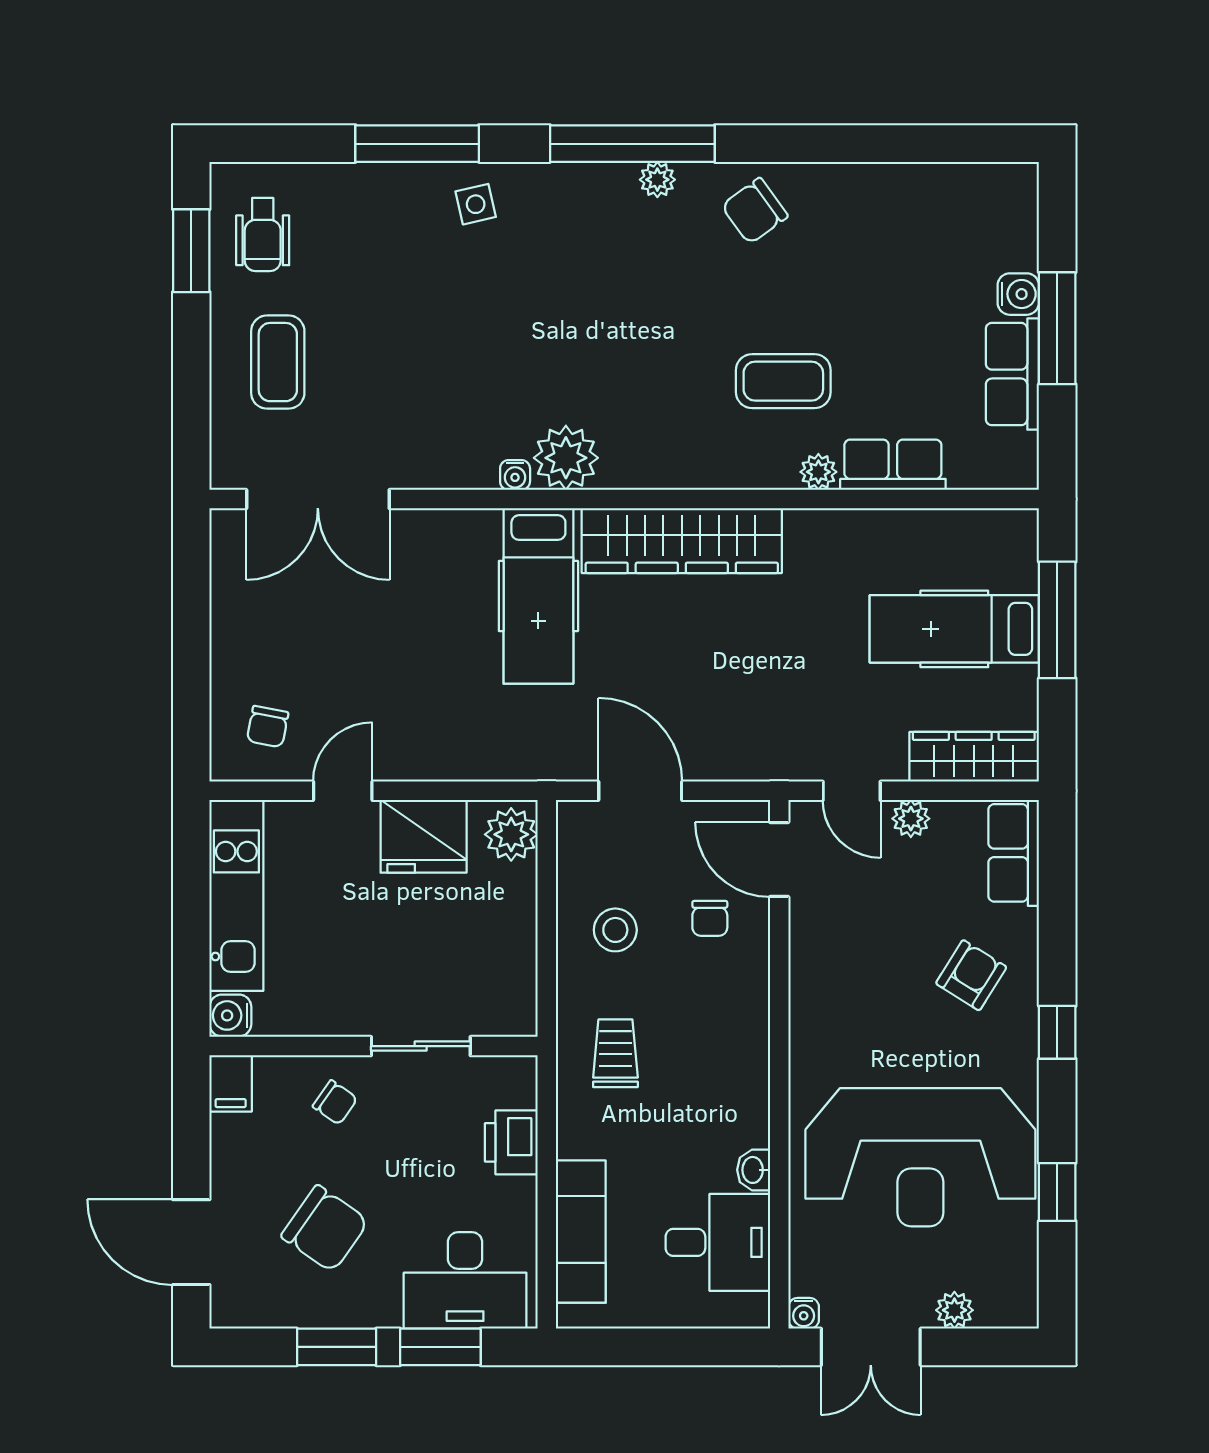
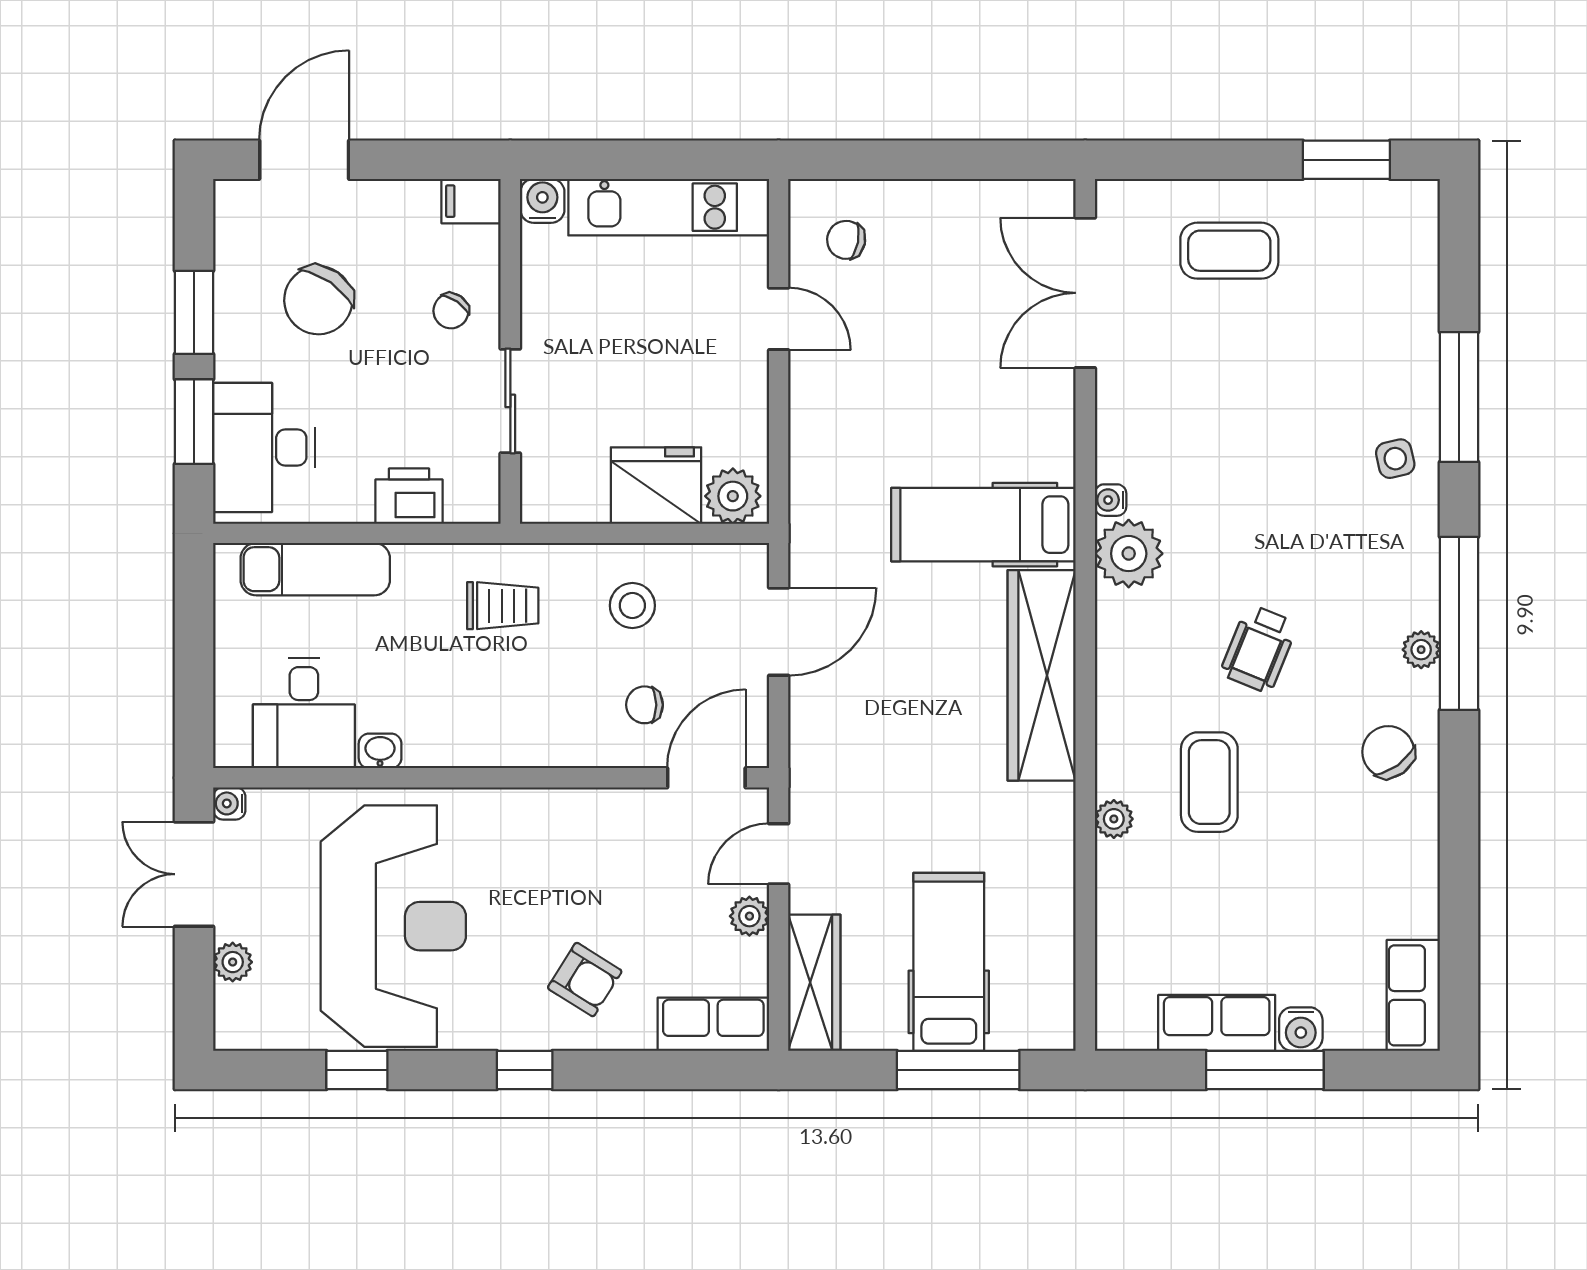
wheelchair: (263, 234) -> (1259, 649), moved, turned -68
row of seats: (893, 465) -> (1413, 995), moved, turned 180
fridge: (424, 836) -> (656, 486), moved, turned 90
reception desk: (920, 1157) -> (393, 926), turned 180

